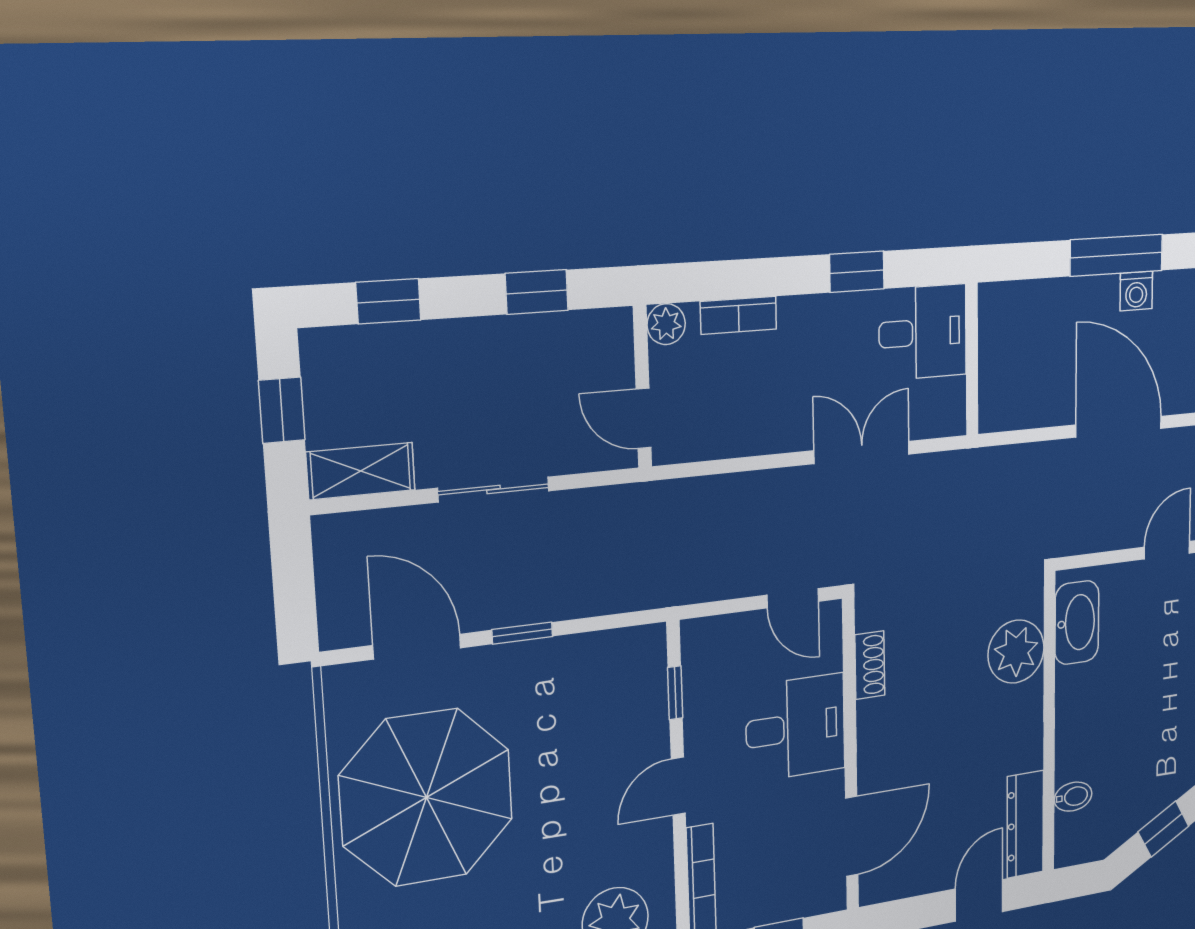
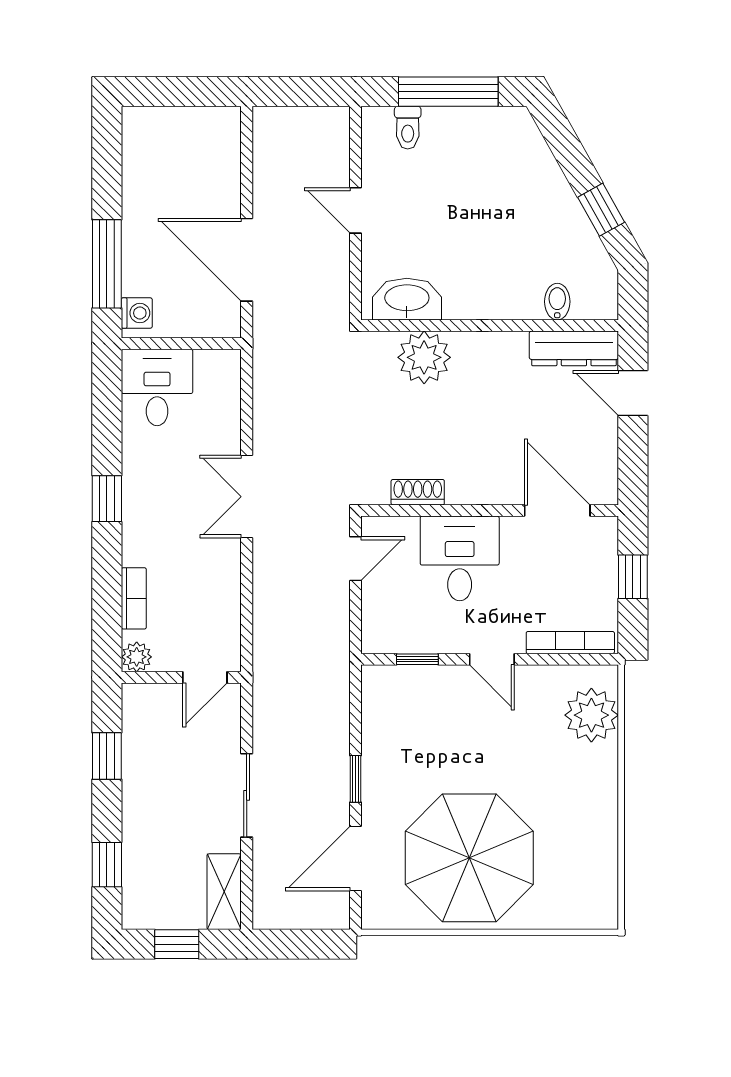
washing machine: (1136, 291) -> (137, 313), moved
desk: (923, 332) -> (157, 387), moved
wall: (972, 359) -> (181, 344), moved
door: (1119, 427) -> (247, 260), hinge flipped

